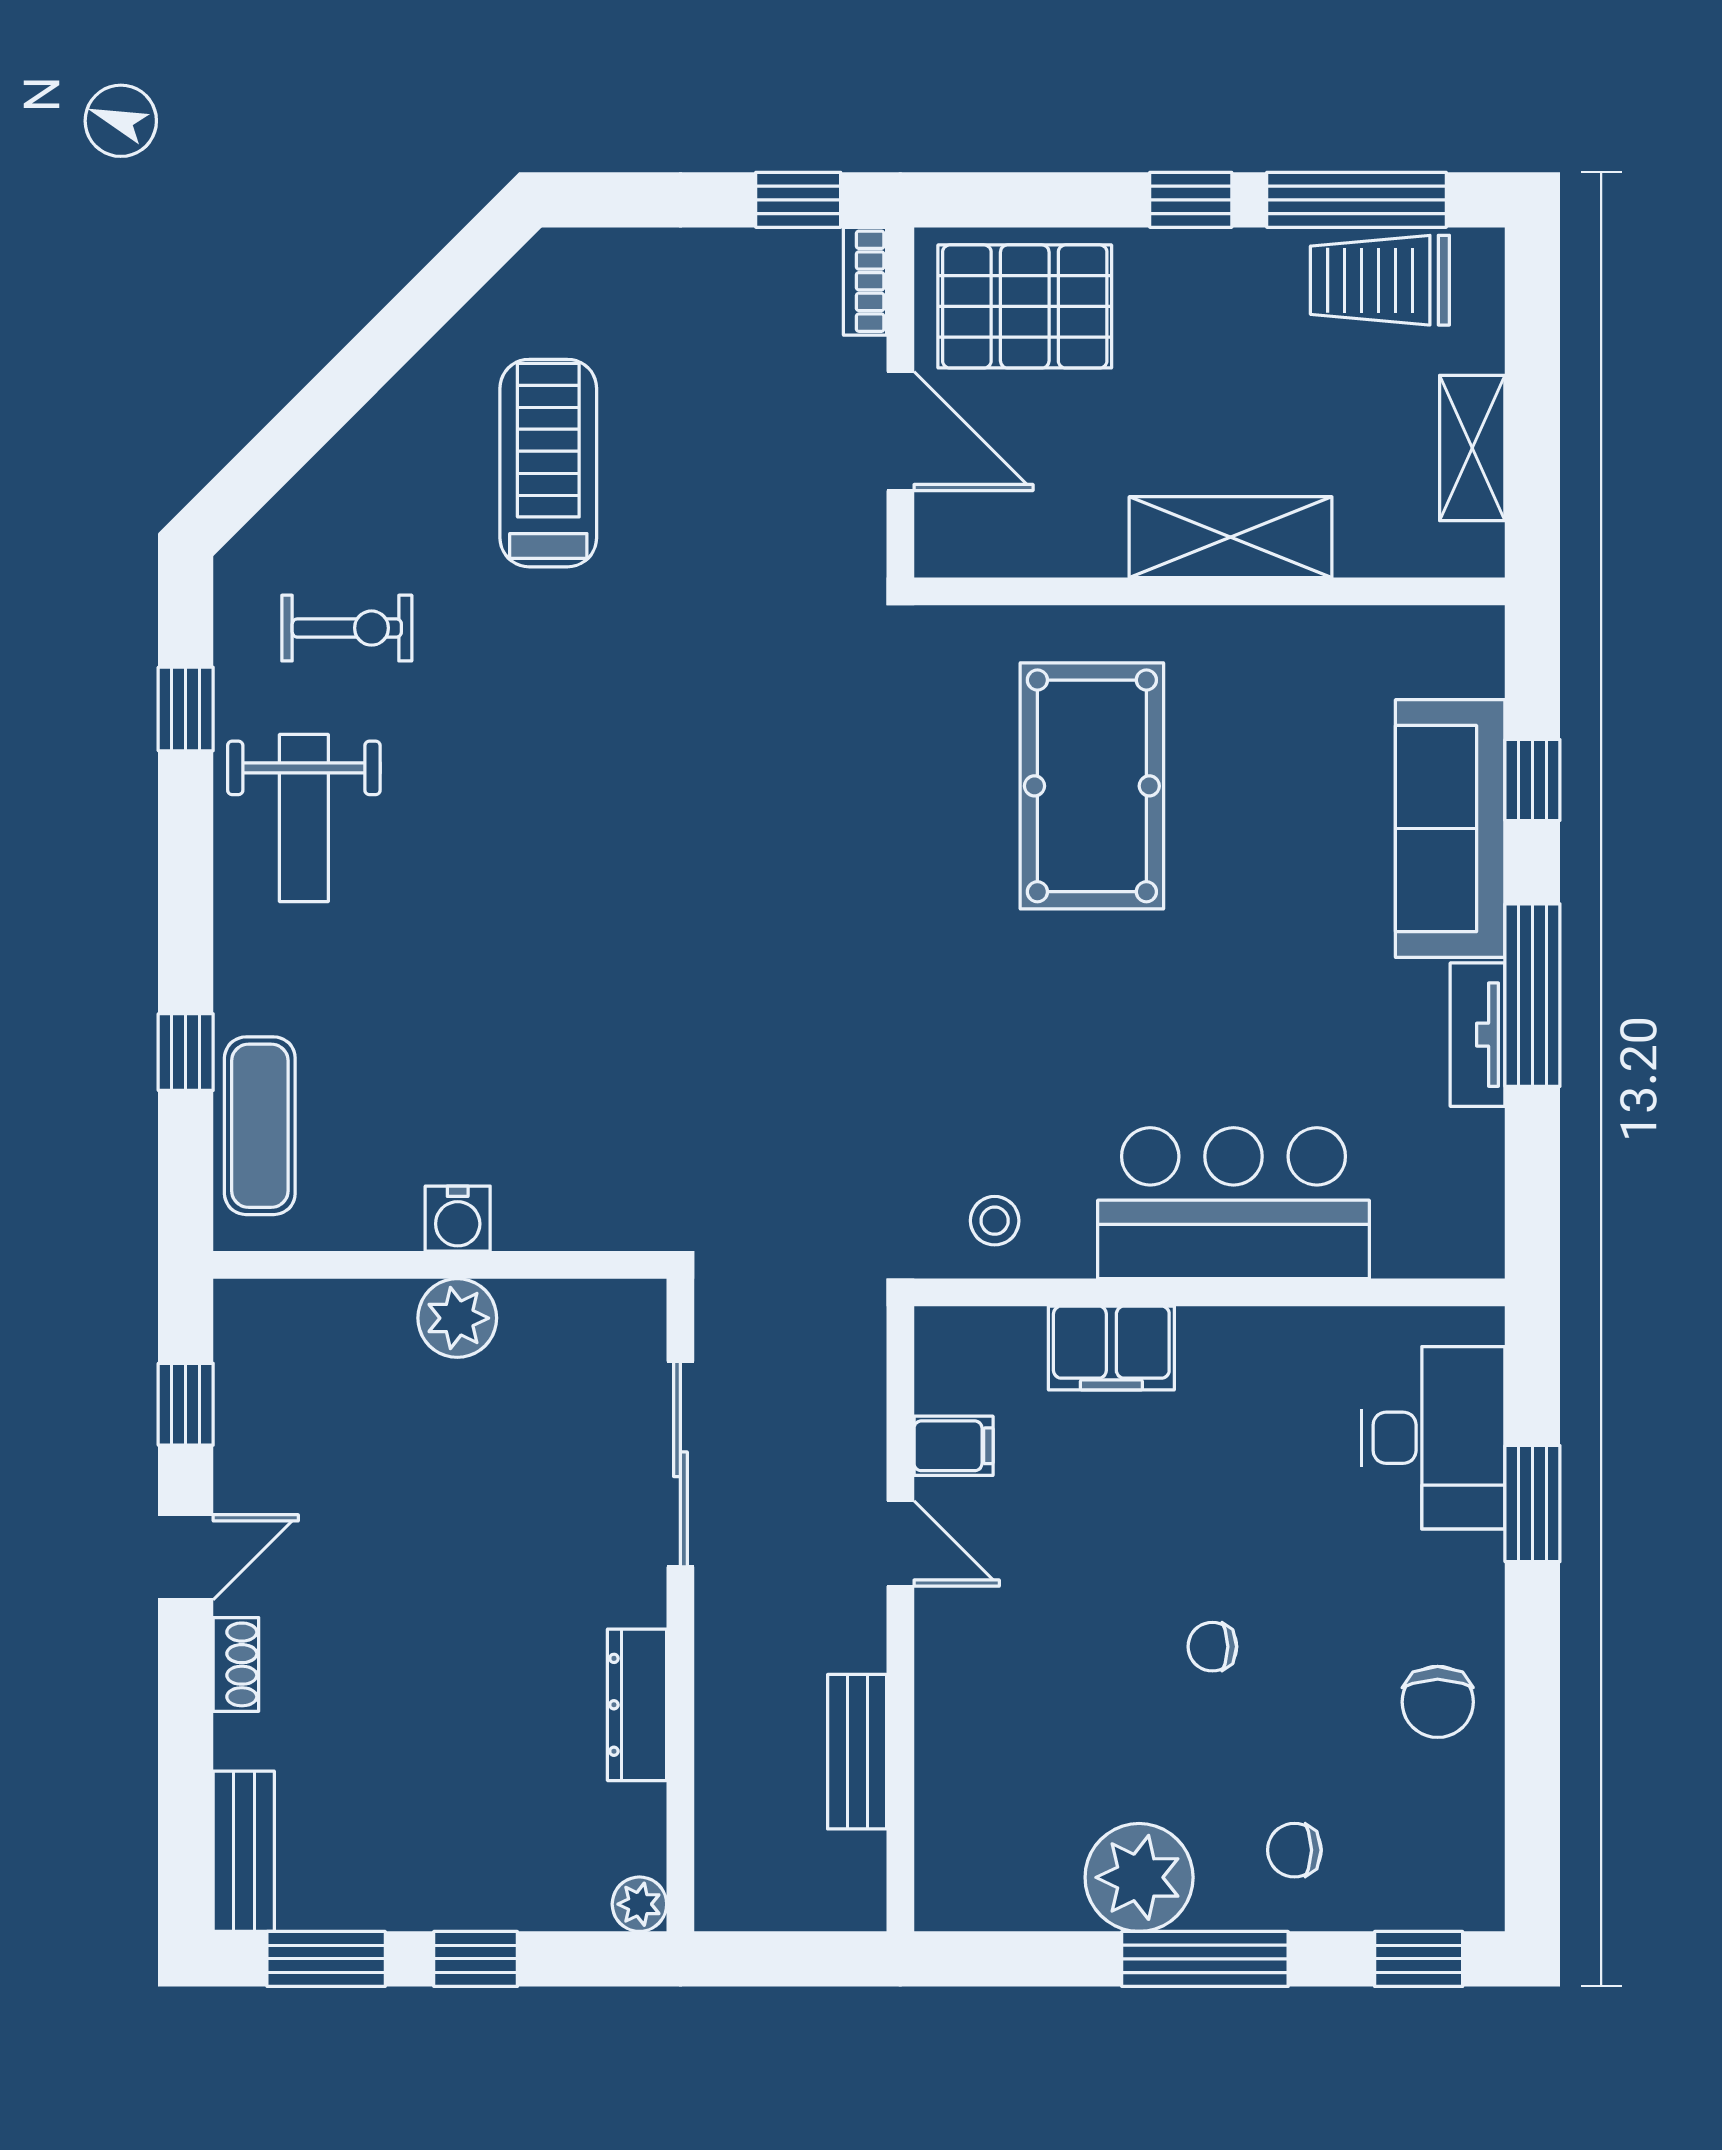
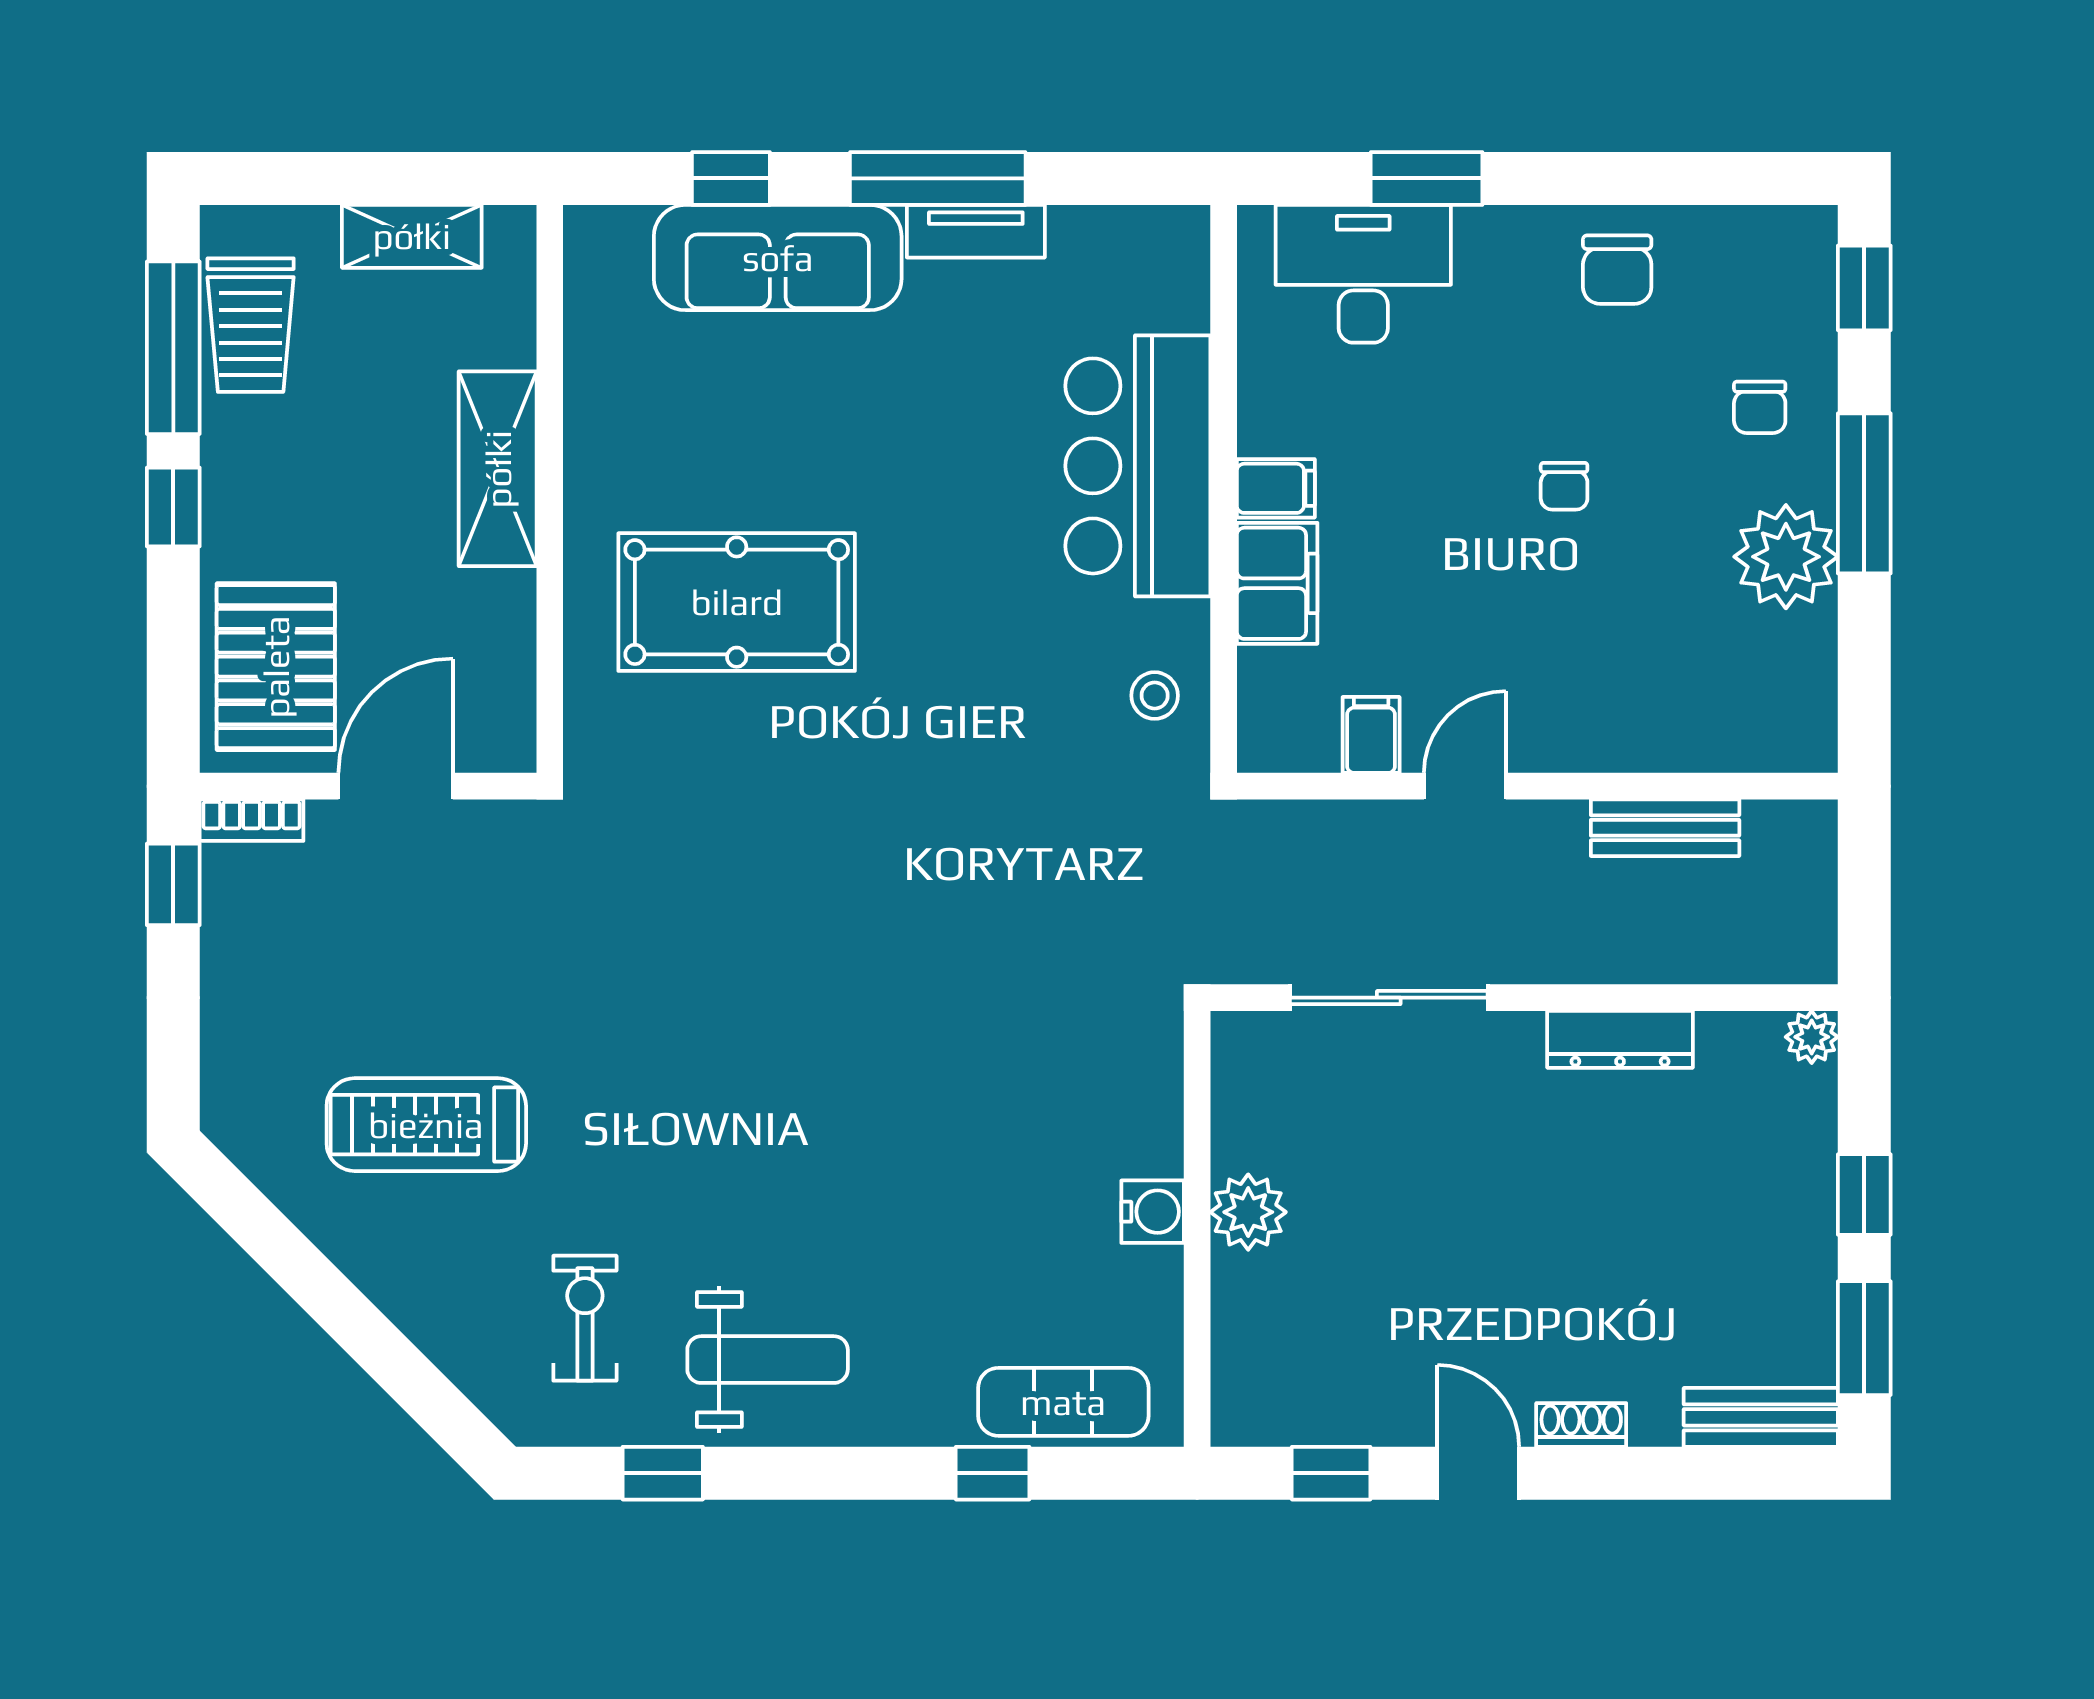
filing cabinet: (1210, 1347) -> (1276, 488), added
chair: (1438, 1702) -> (1617, 270), turned 90

